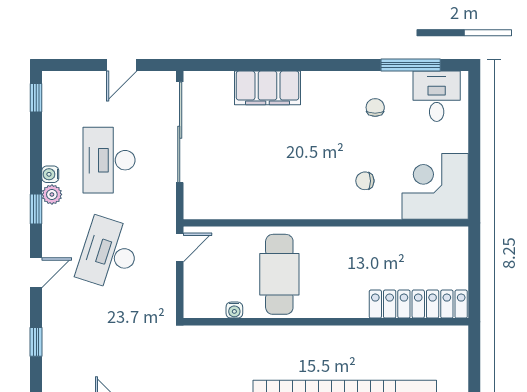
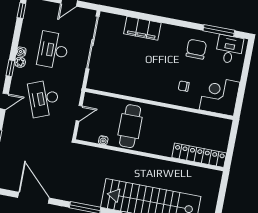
chair: (375, 107) -> (196, 49), width x1.87, depth x1.87
door: (180, 248) -> (79, 113), moved
desk: (109, 253) -> (44, 98), turned -39

